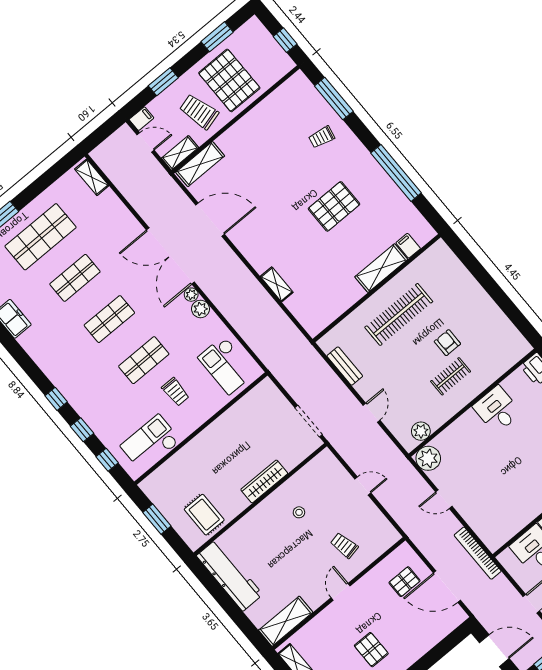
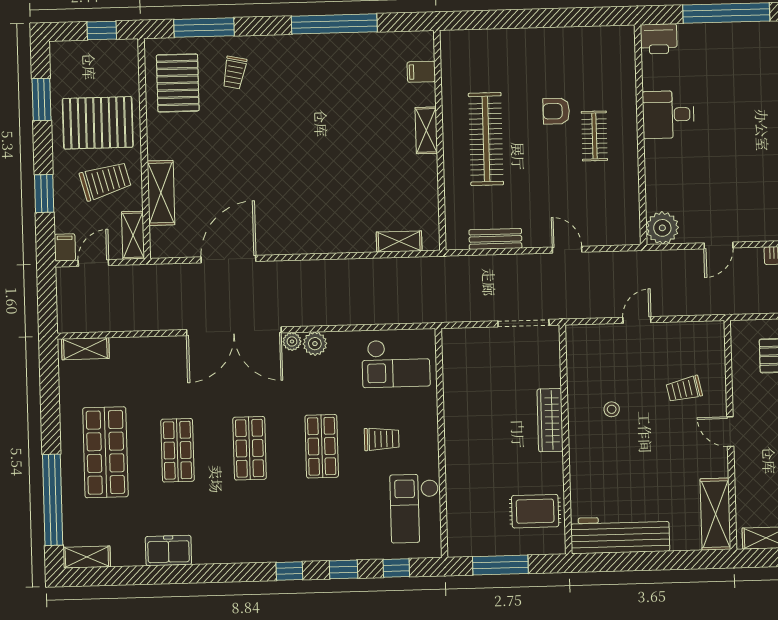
trolley: (199, 112) -> (105, 181), turned 180
shelving: (200, 164) -> (161, 193), moved
pallet: (334, 206) -> (178, 83), moved
shelving: (381, 268) -> (426, 130), width x0.67, depth x0.75
shelving: (277, 284) -> (399, 241), moved
plant: (421, 431) -> (628, 213), removed
window: (157, 519) -> (500, 565), width x1.44

